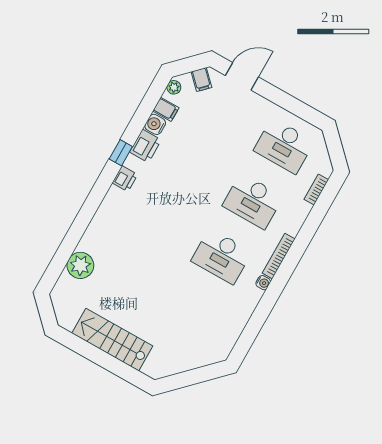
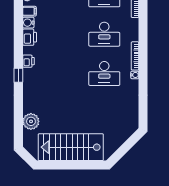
window: (121, 153) -> (18, 75), moved
stairs: (112, 340) -> (71, 147), width x1.36, depth x1.51

